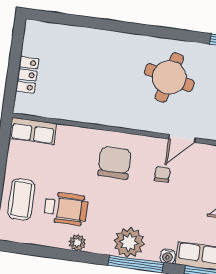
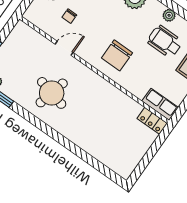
locker: (27, 75) -> (152, 121), moved, turned -90
chair: (162, 174) -> (69, 16), moved

